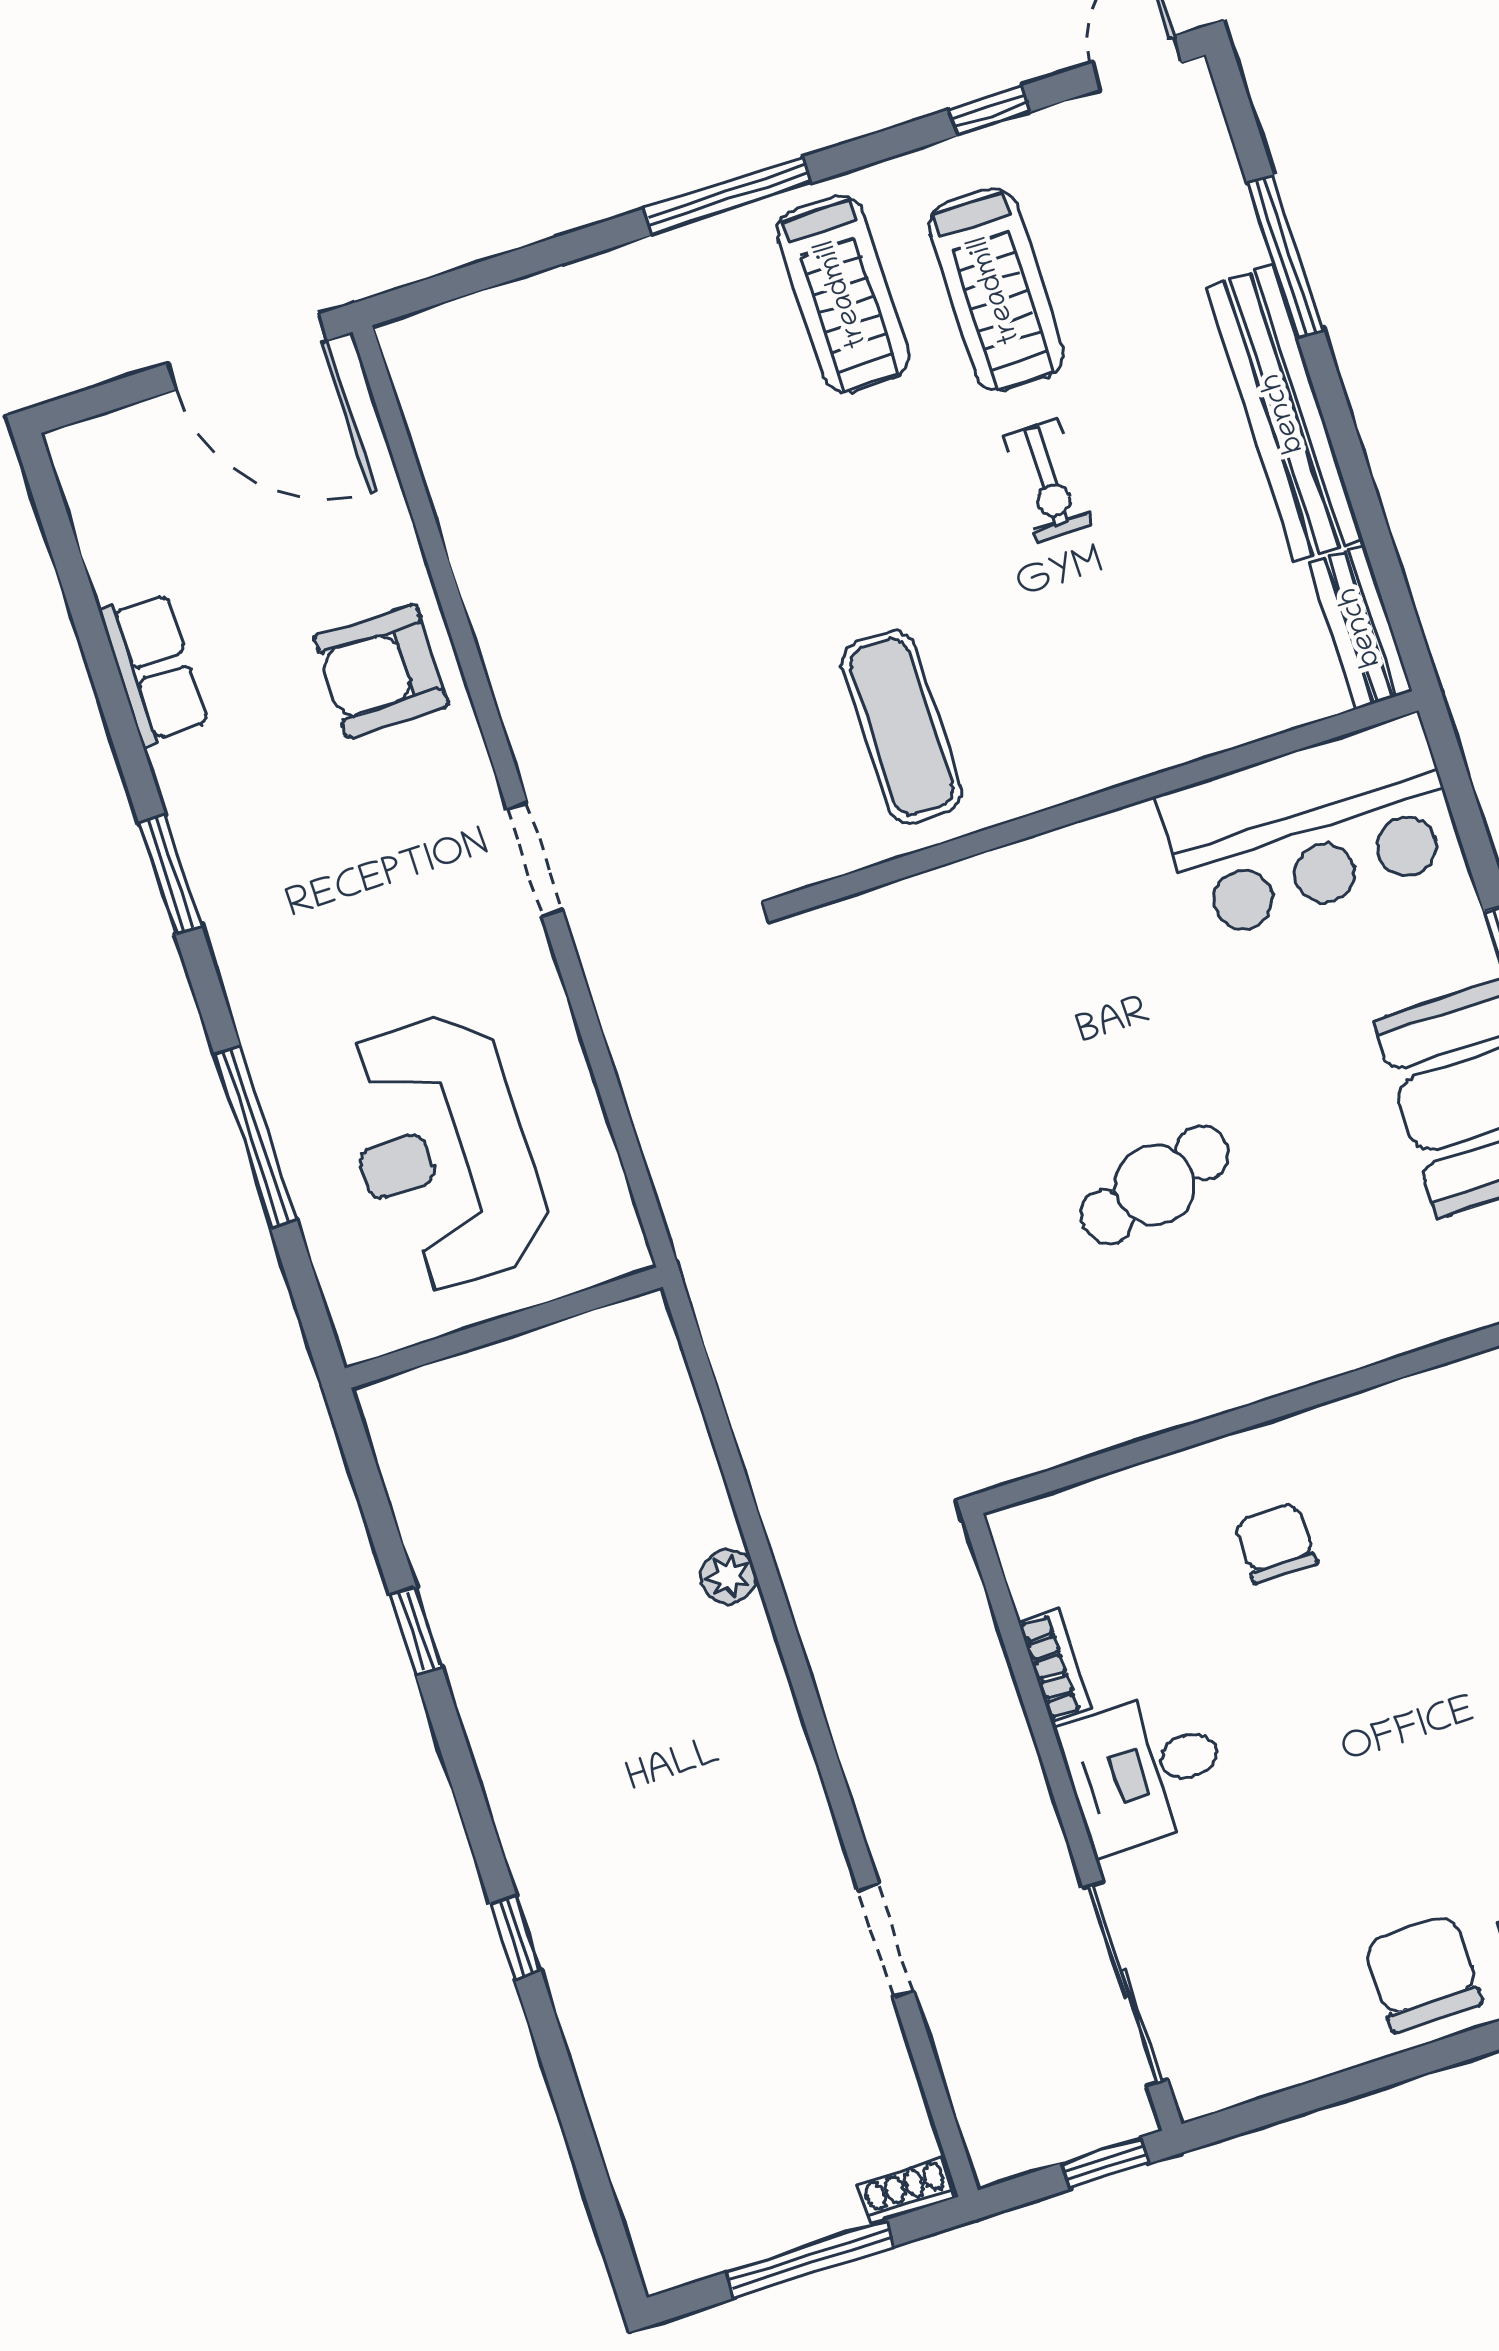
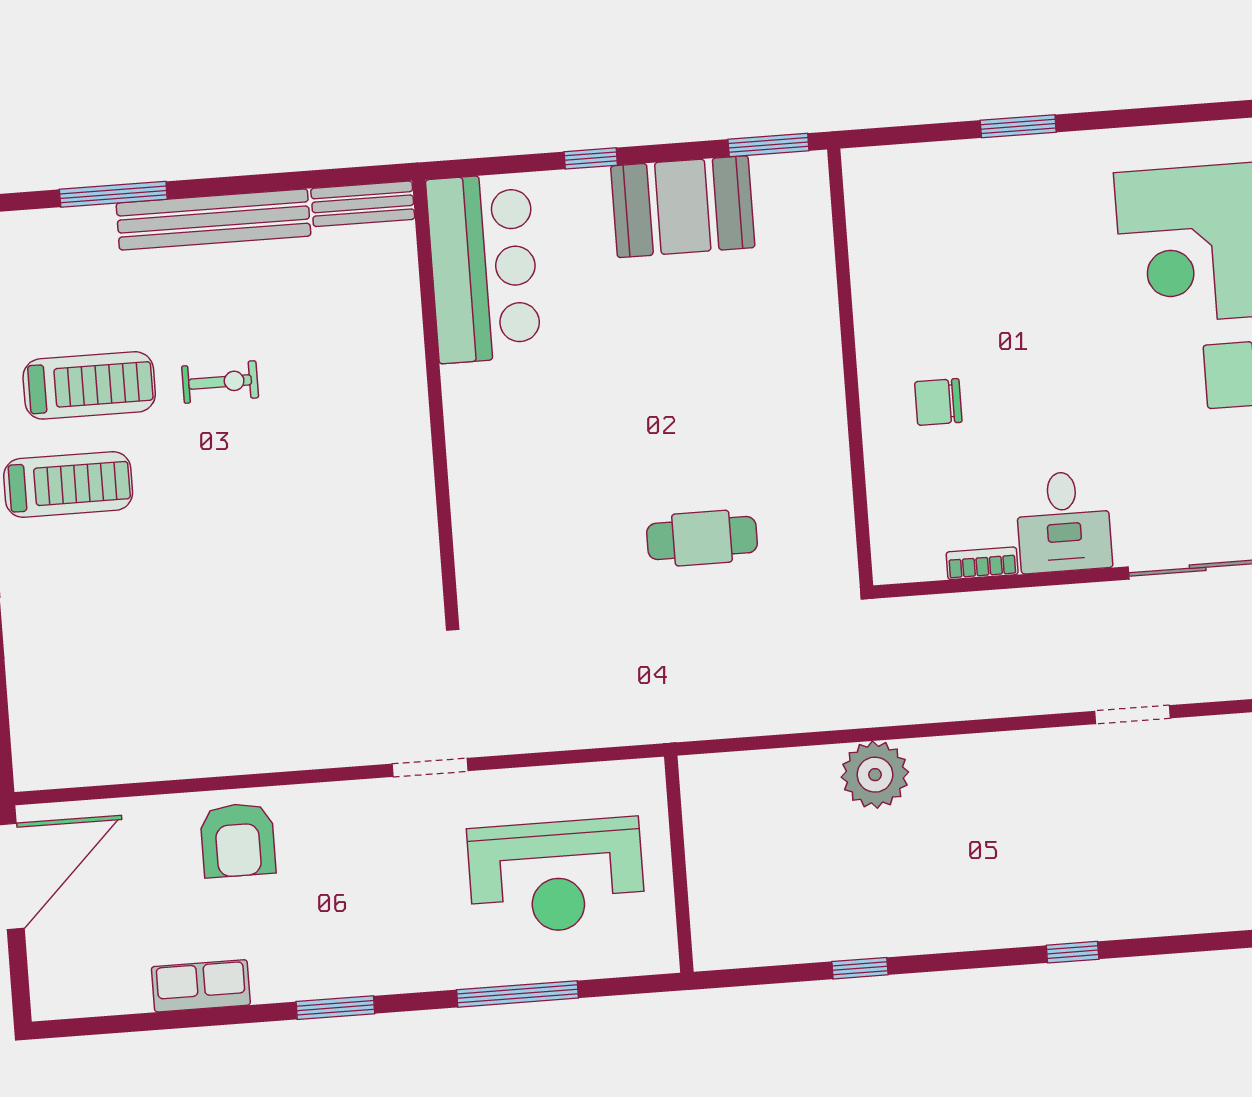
exercise mat: (901, 727) -> (355, 515), removed
doorway: (535, 860) -> (430, 767), moved
cafe table: (1155, 1185) -> (702, 538), moved, turned -74
plant: (728, 1576) -> (875, 775), width x1.88, depth x1.88

